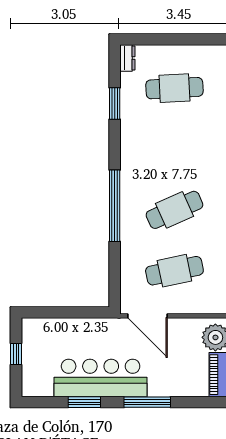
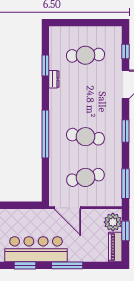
dresser: (127, 58) -> (54, 79), moved
cafe table: (174, 210) -> (85, 137), turned 33

